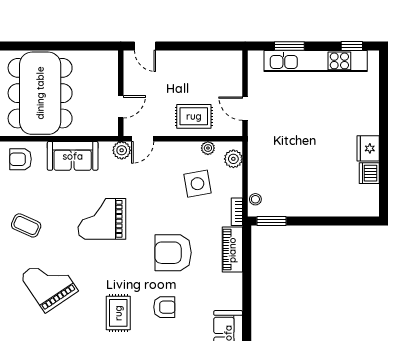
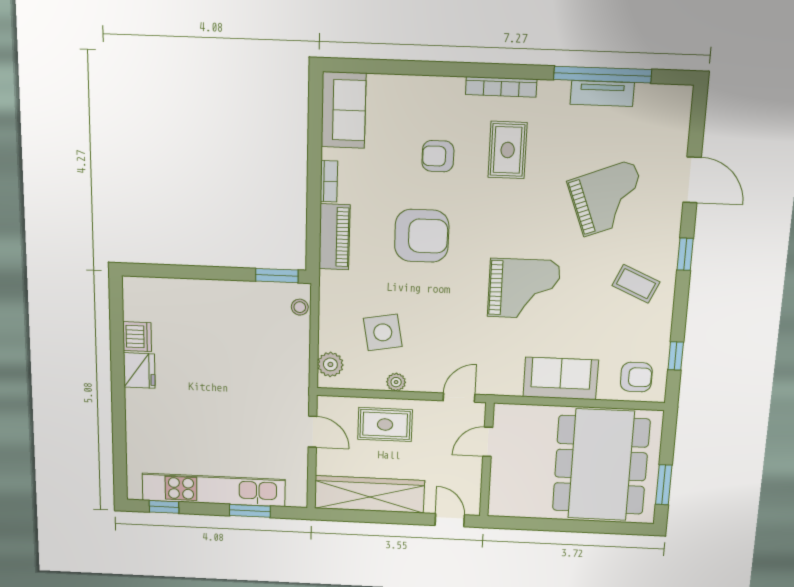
wardrobe: (203, 63) -> (369, 494), added
plant: (208, 148) -> (396, 382), moved
plant: (122, 150) -> (490, 383), removed
bookcase: (237, 212) -> (329, 181), moved
grand piano: (49, 283) -> (608, 198), turned -77

